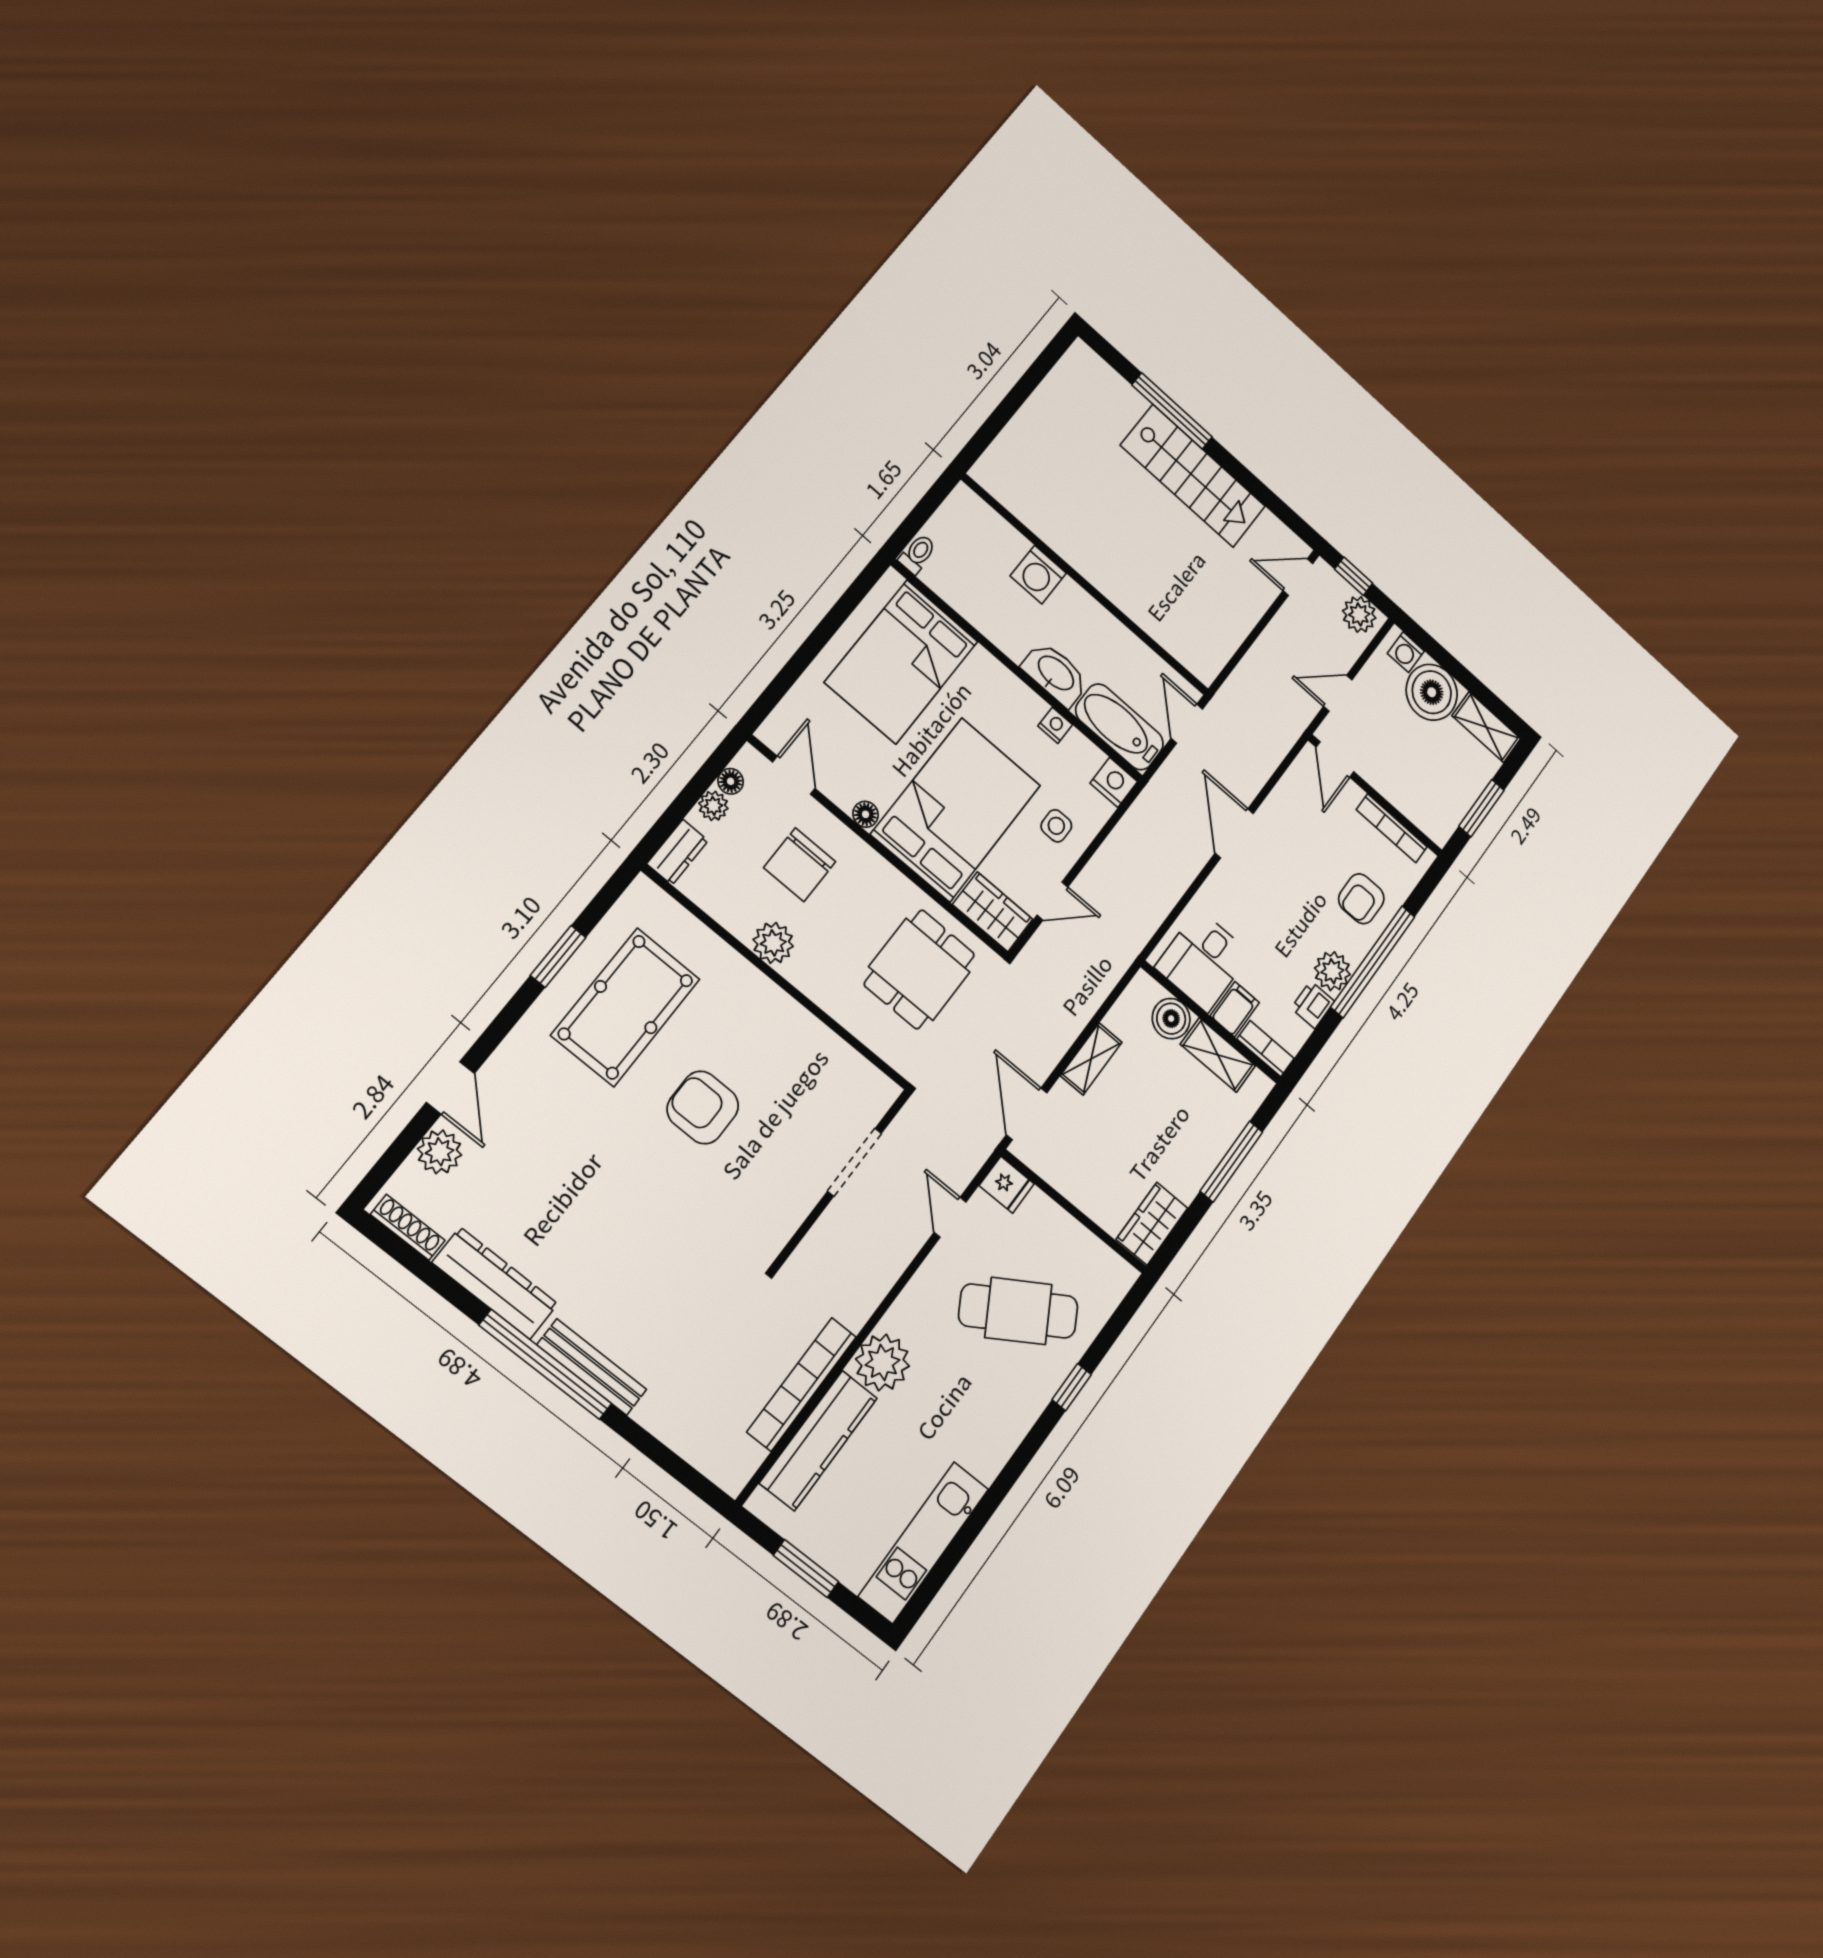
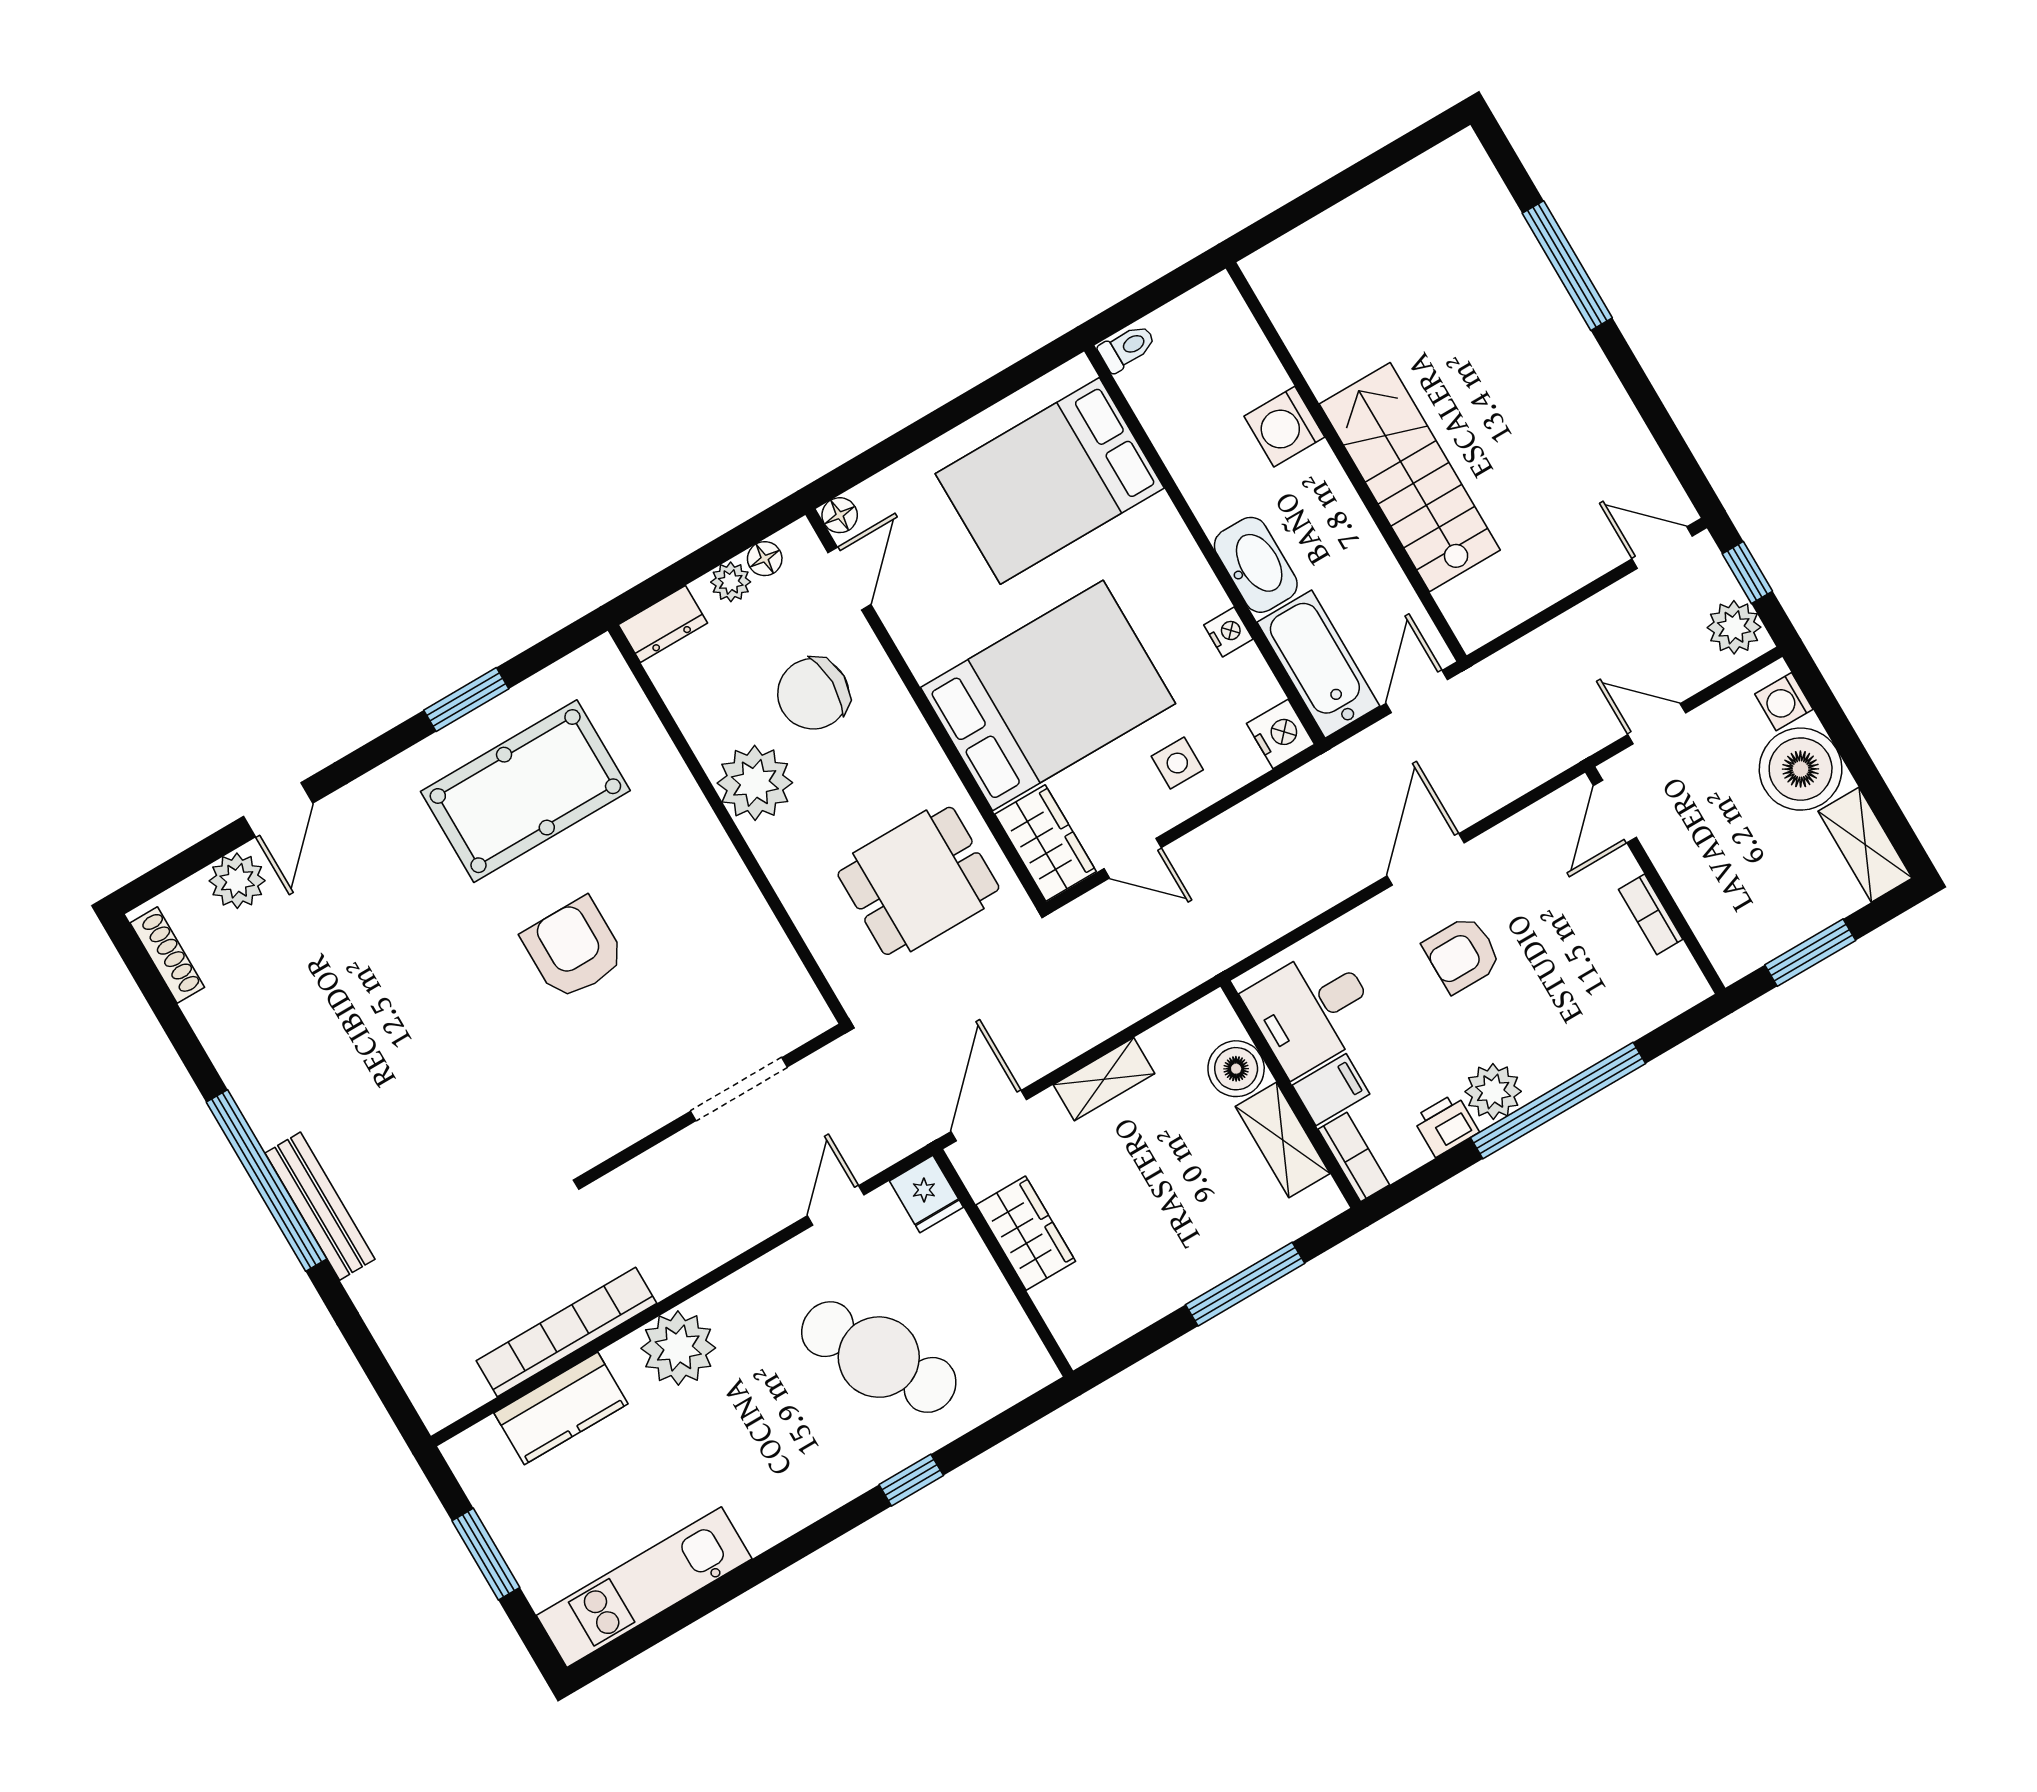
stairs: (1193, 476) -> (1410, 477), moved, turned 180
floor lamp: (866, 814) -> (840, 515), moved
bookcase: (1392, 828) -> (1651, 914), width x0.64
armchair: (1361, 899) -> (1462, 954), moved
plant: (773, 943) -> (755, 783), width x1.36, depth x1.36
wardrobe: (1152, 1224) -> (1026, 1233), moved, turned 90
dresser: (495, 1283) -> (244, 1061), removed
kitchen counter: (819, 1440) -> (561, 1408), width x0.67

